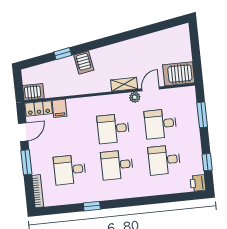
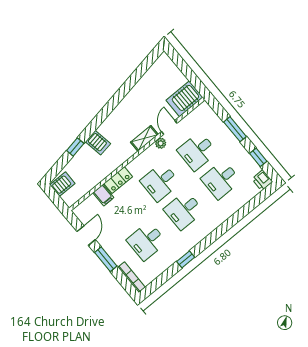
server rack: (33, 92) -> (62, 184), moved
locker: (39, 108) -> (118, 180), moved
window: (202, 115) -> (235, 129), moved

